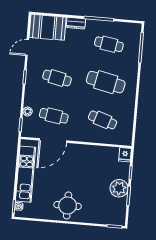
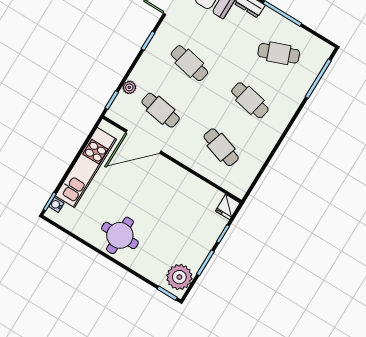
cafe table: (109, 44) -> (279, 53), turned -30
cafe table: (106, 82) -> (250, 100), width x0.73, depth x0.74
plant: (119, 188) -> (179, 277), moved

